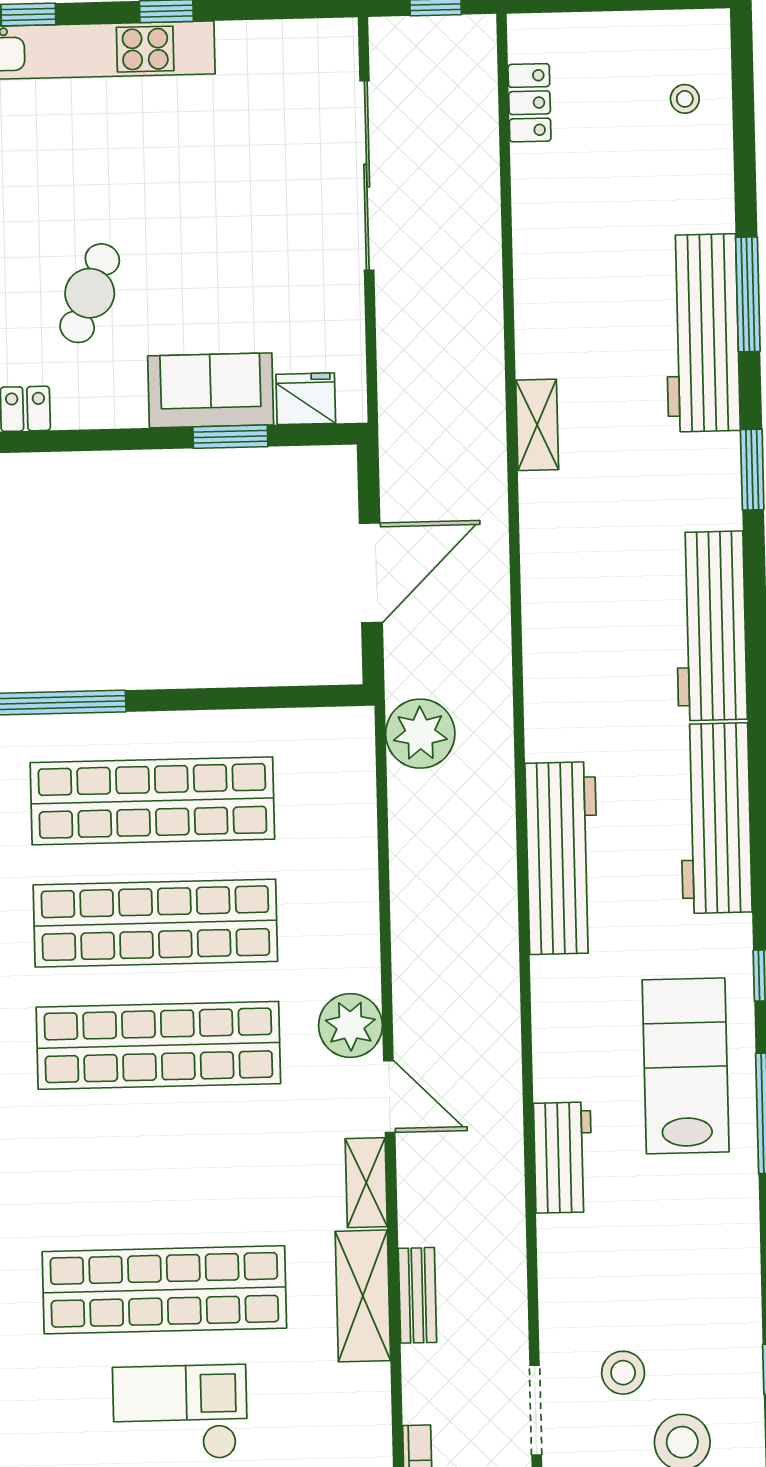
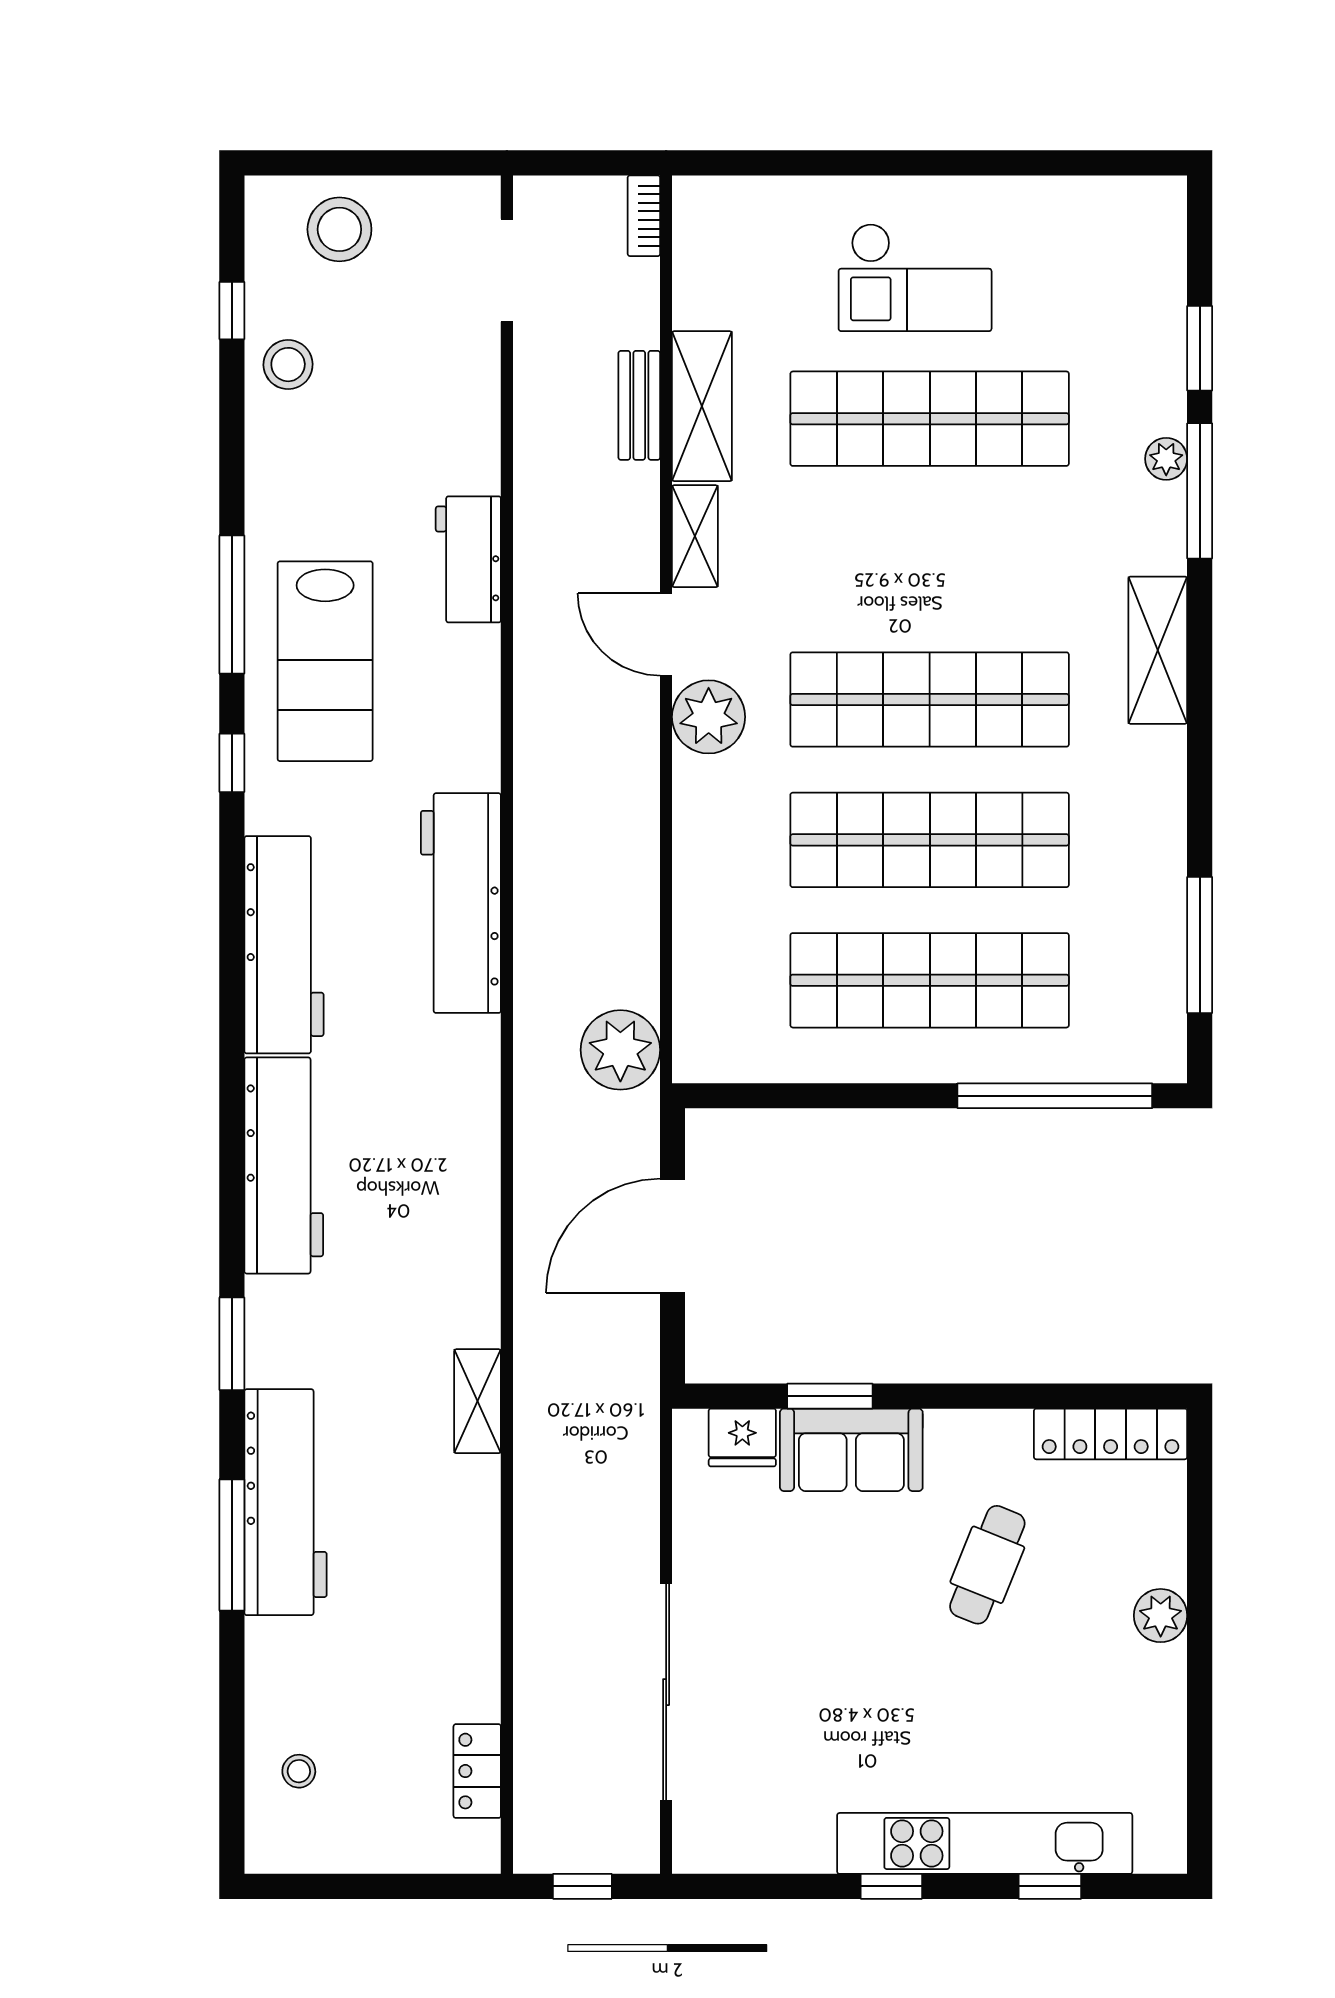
stool: (623, 1373) -> (288, 365), moved

